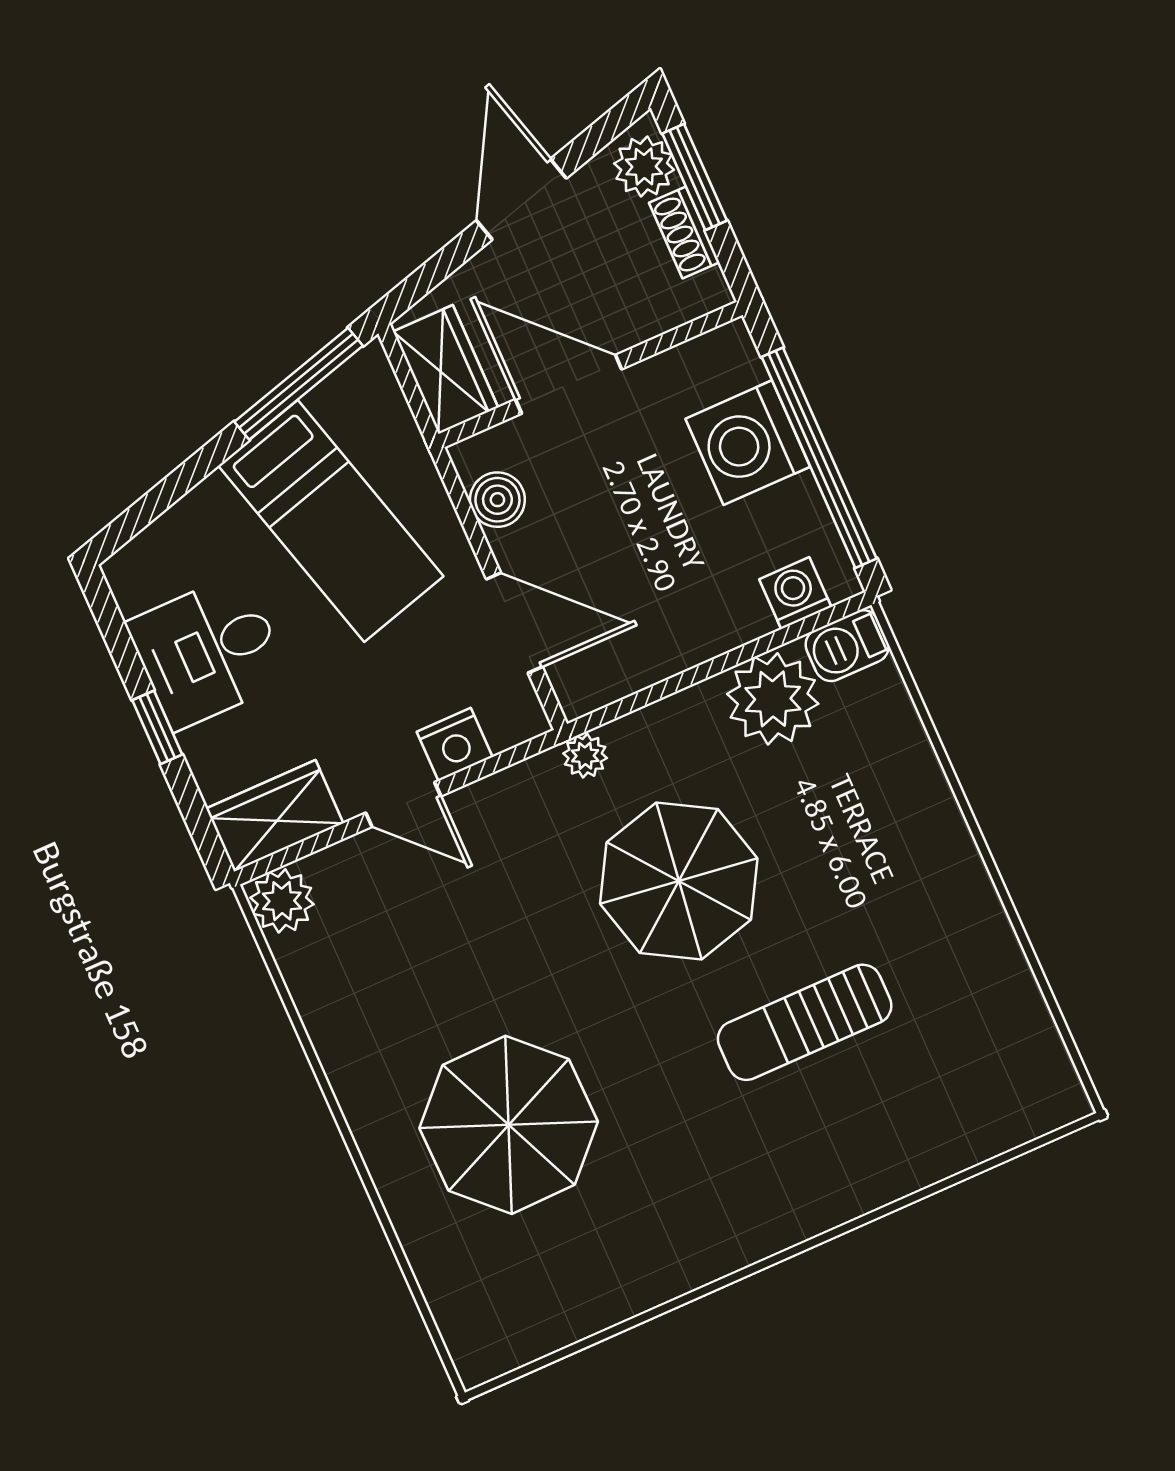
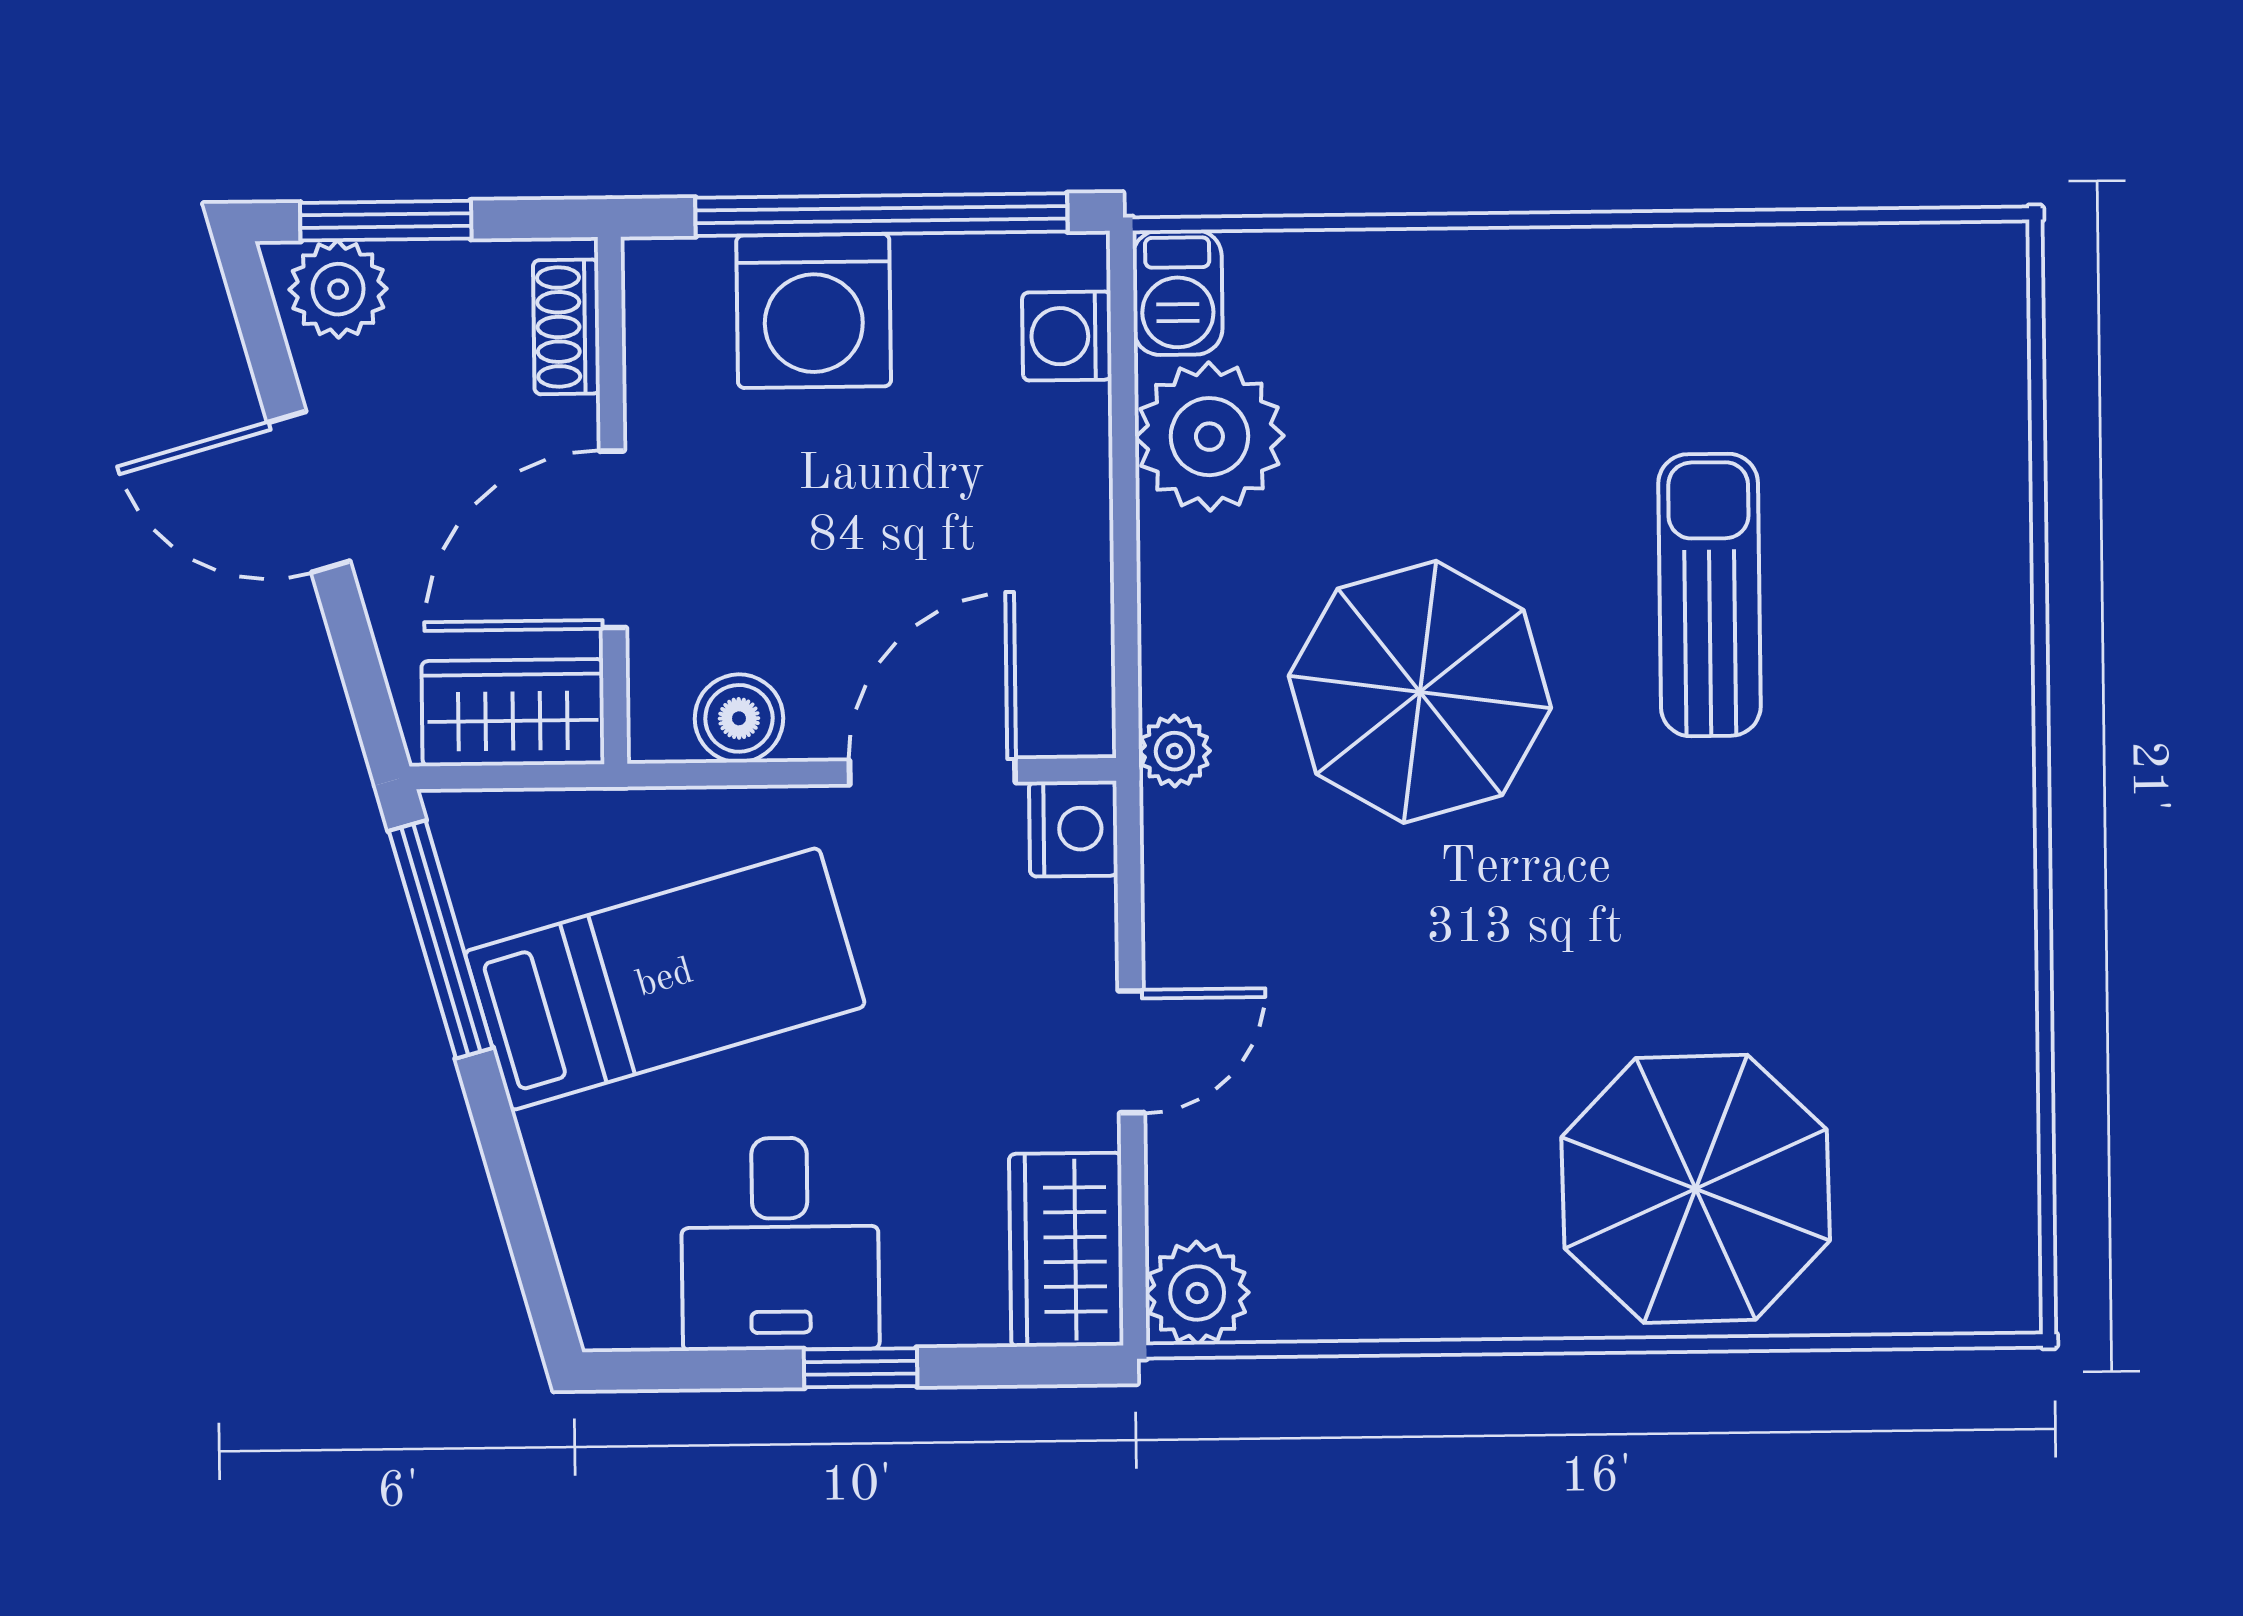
shoe rack: (684, 232) -> (566, 327), moved, turned 90
nightstand: (455, 744) -> (1073, 829), moved
sun lounger: (805, 1022) -> (1709, 595), turned 180
parasol: (509, 1125) -> (1696, 1189), moved

